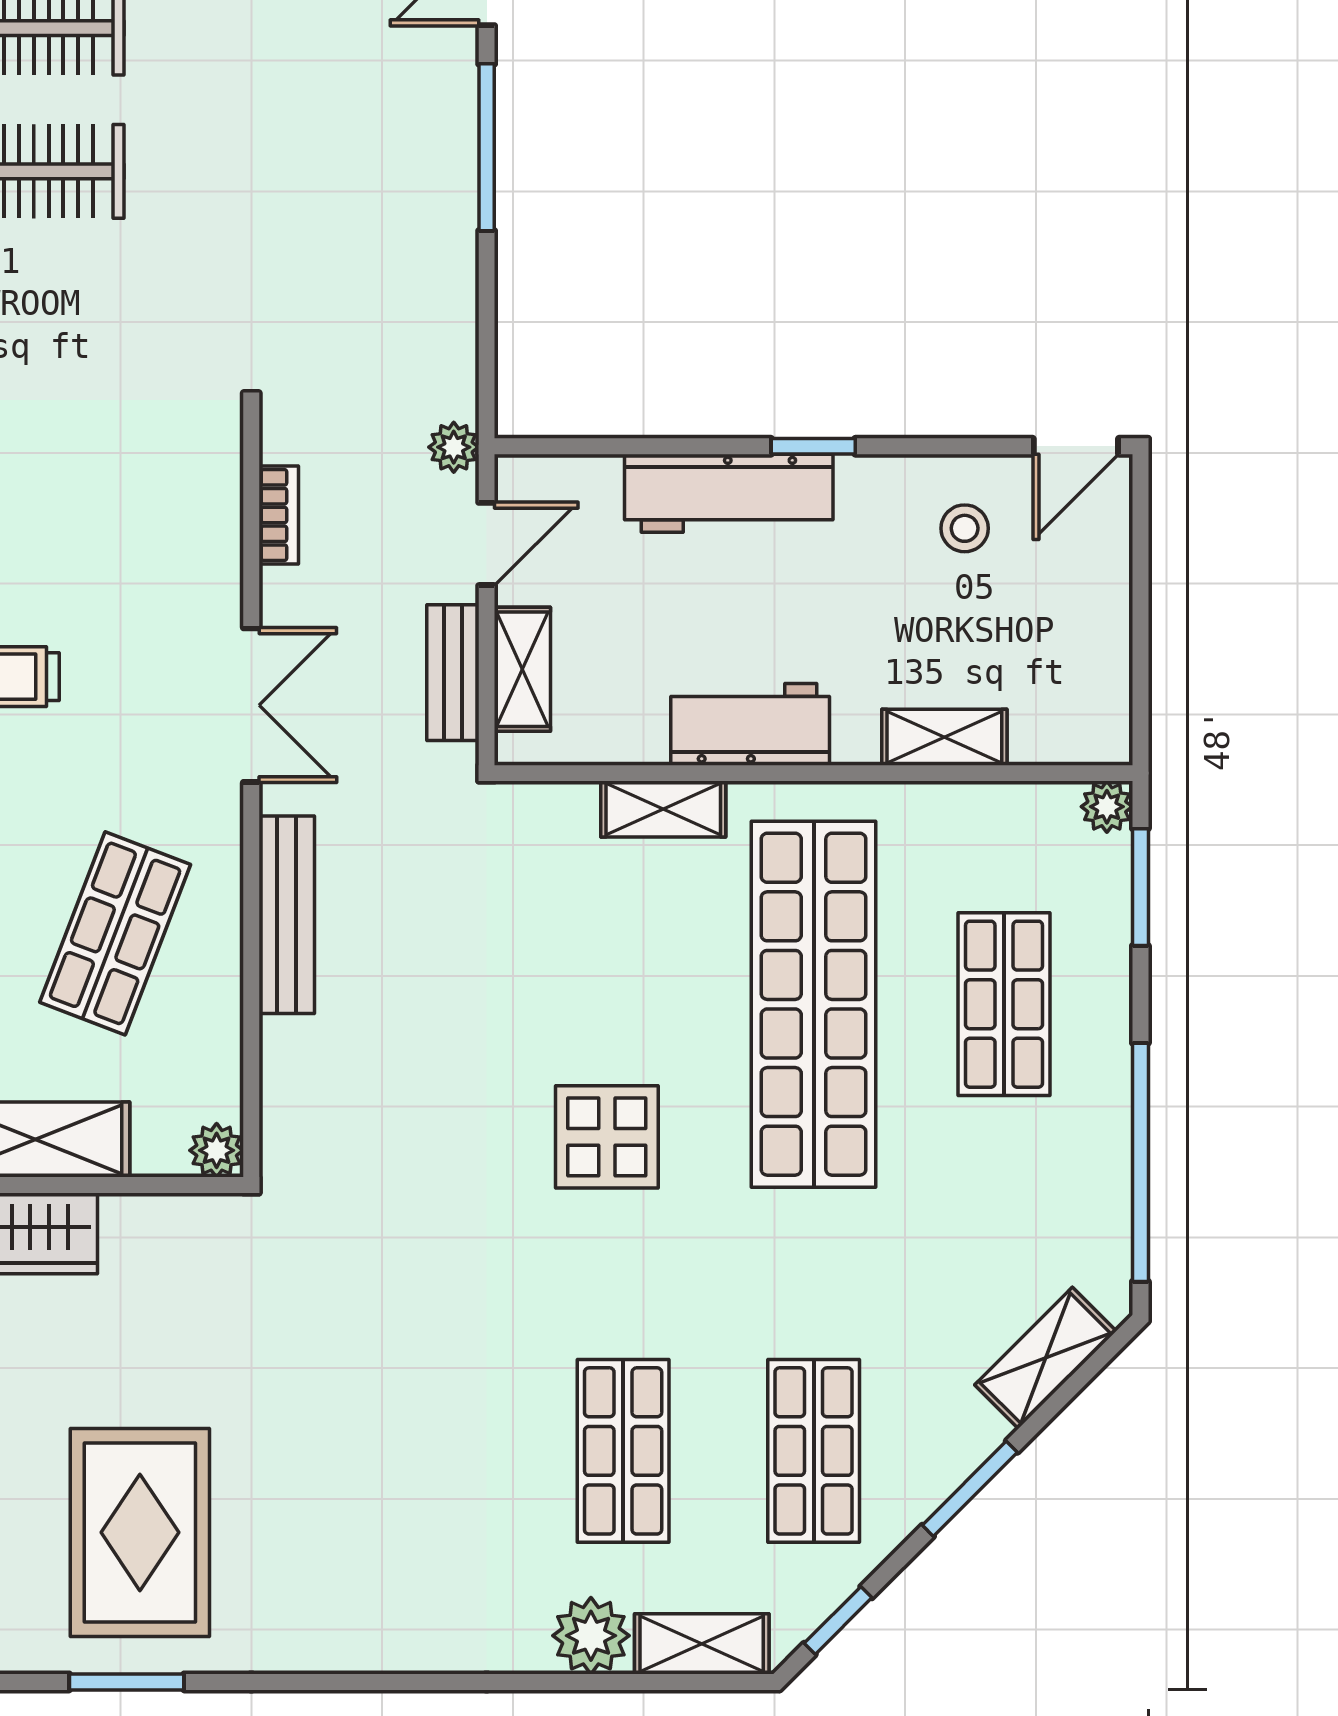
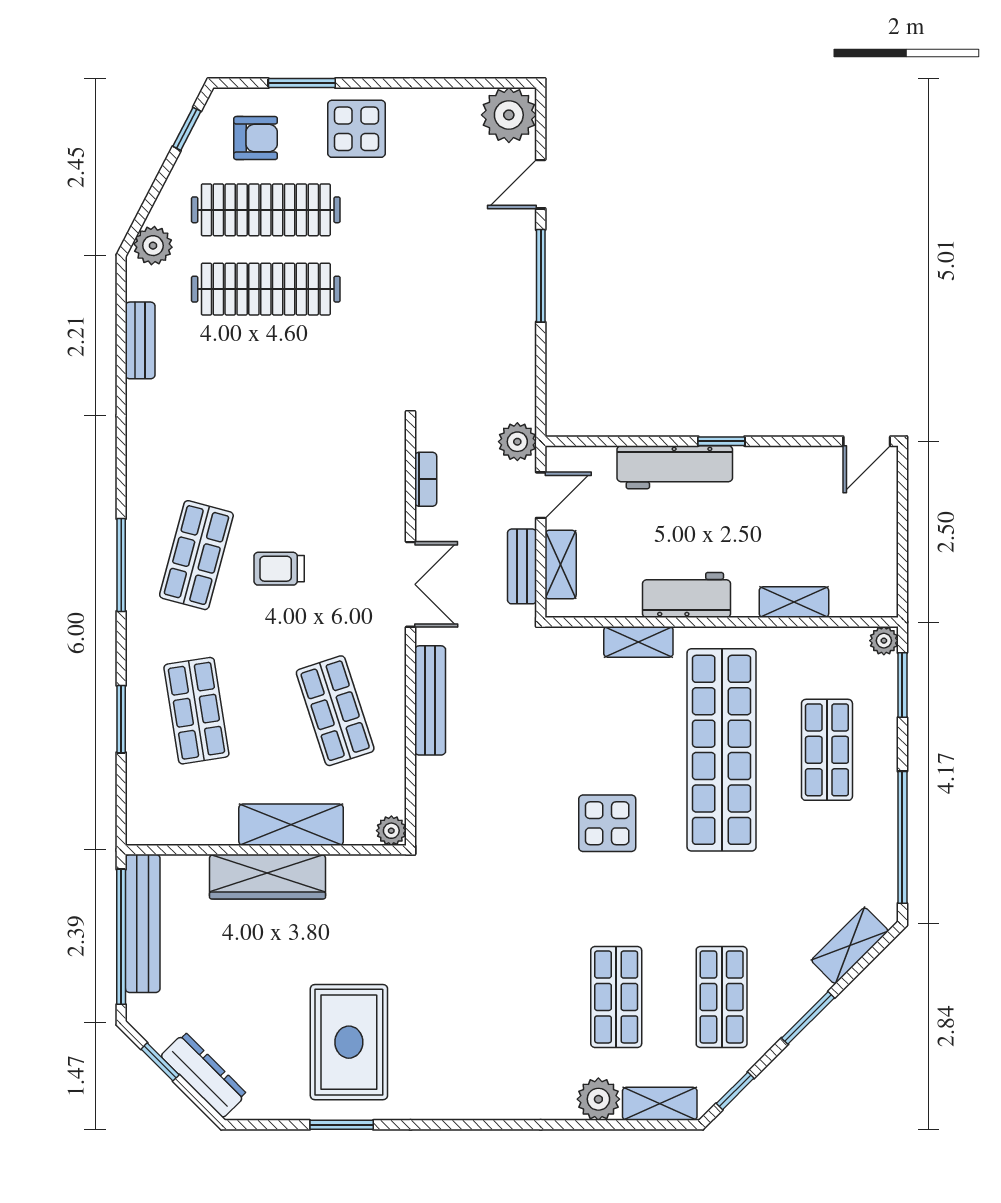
plant: (454, 447) -> (517, 442), width x1.38, depth x1.38
stool: (965, 528) -> (805, 487), removed
shop shelf: (115, 933) -> (335, 711), turned -39

